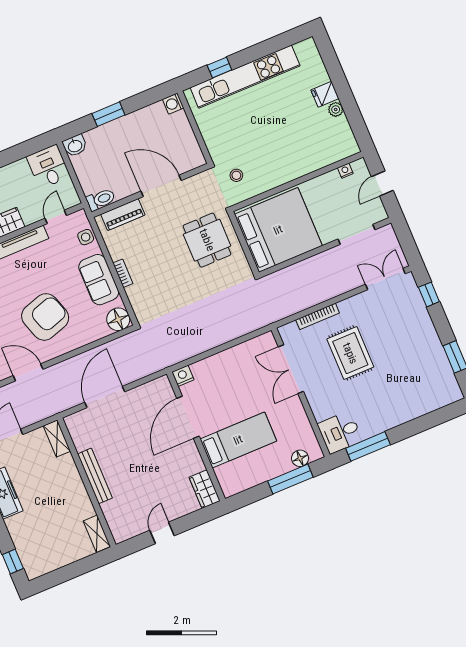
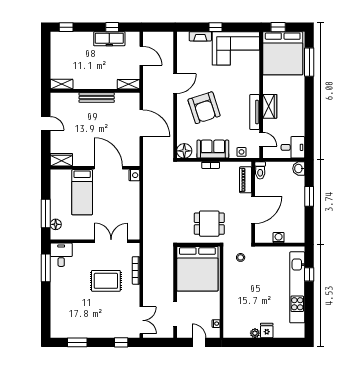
washing machine: (173, 104) -> (279, 238), moved

